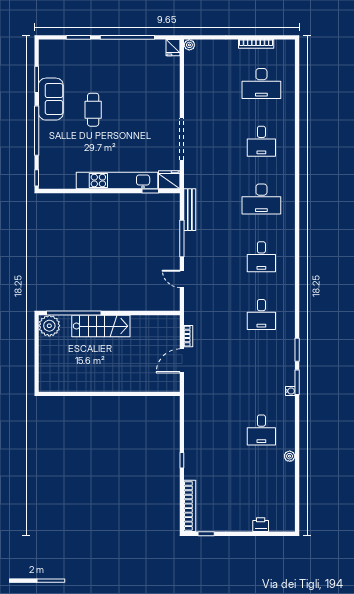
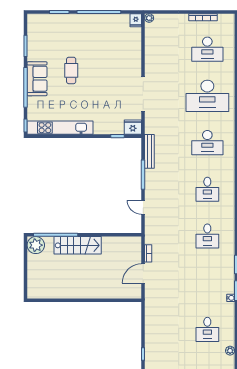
sofa: (51, 99) -> (37, 79), moved
desk: (261, 141) -> (207, 96), width x1.87, depth x1.30
kitchen unit: (117, 181) -> (60, 128), moved

